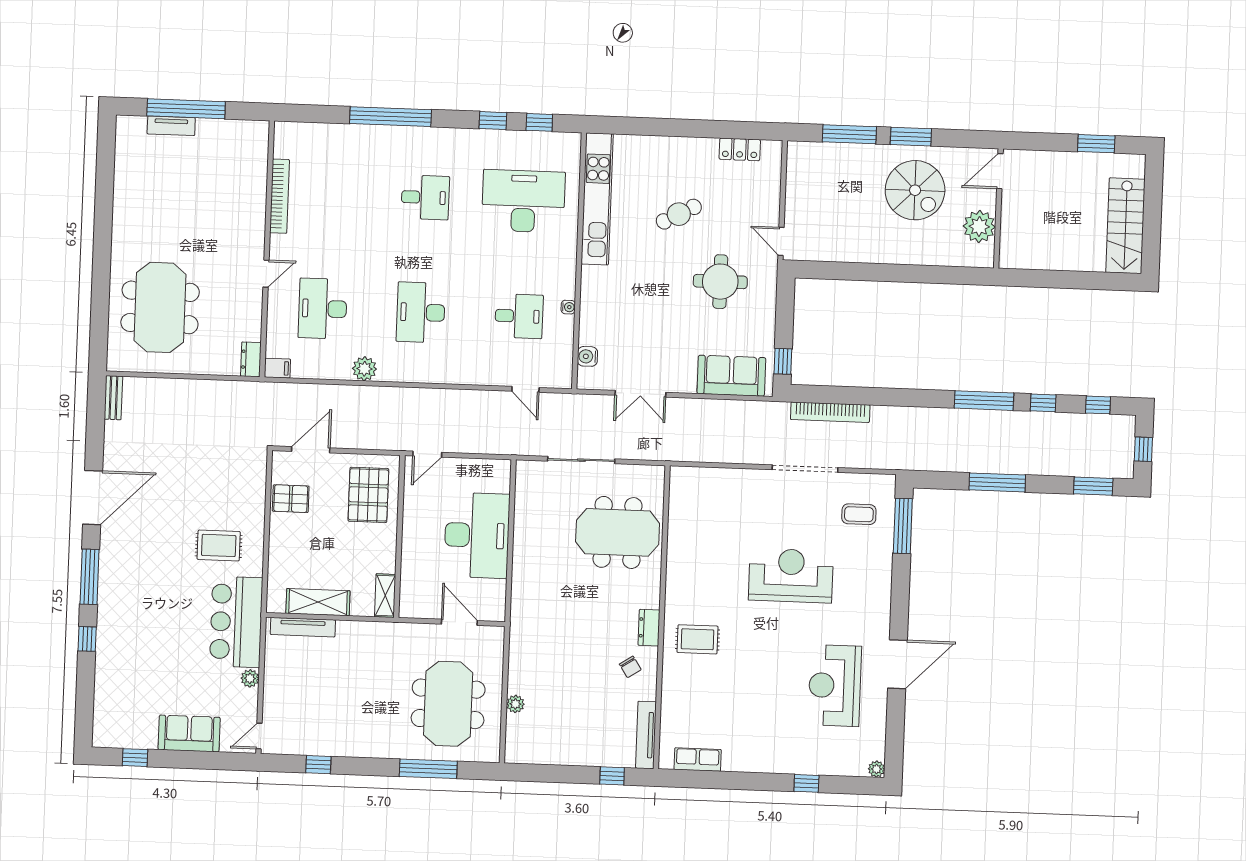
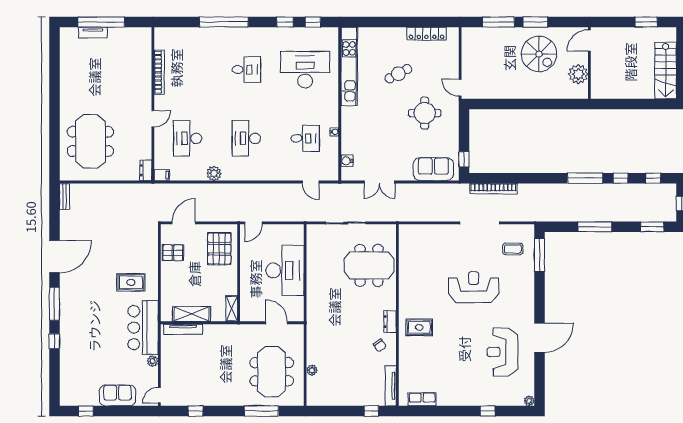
locker: (740, 149) -> (427, 34), width x1.53

